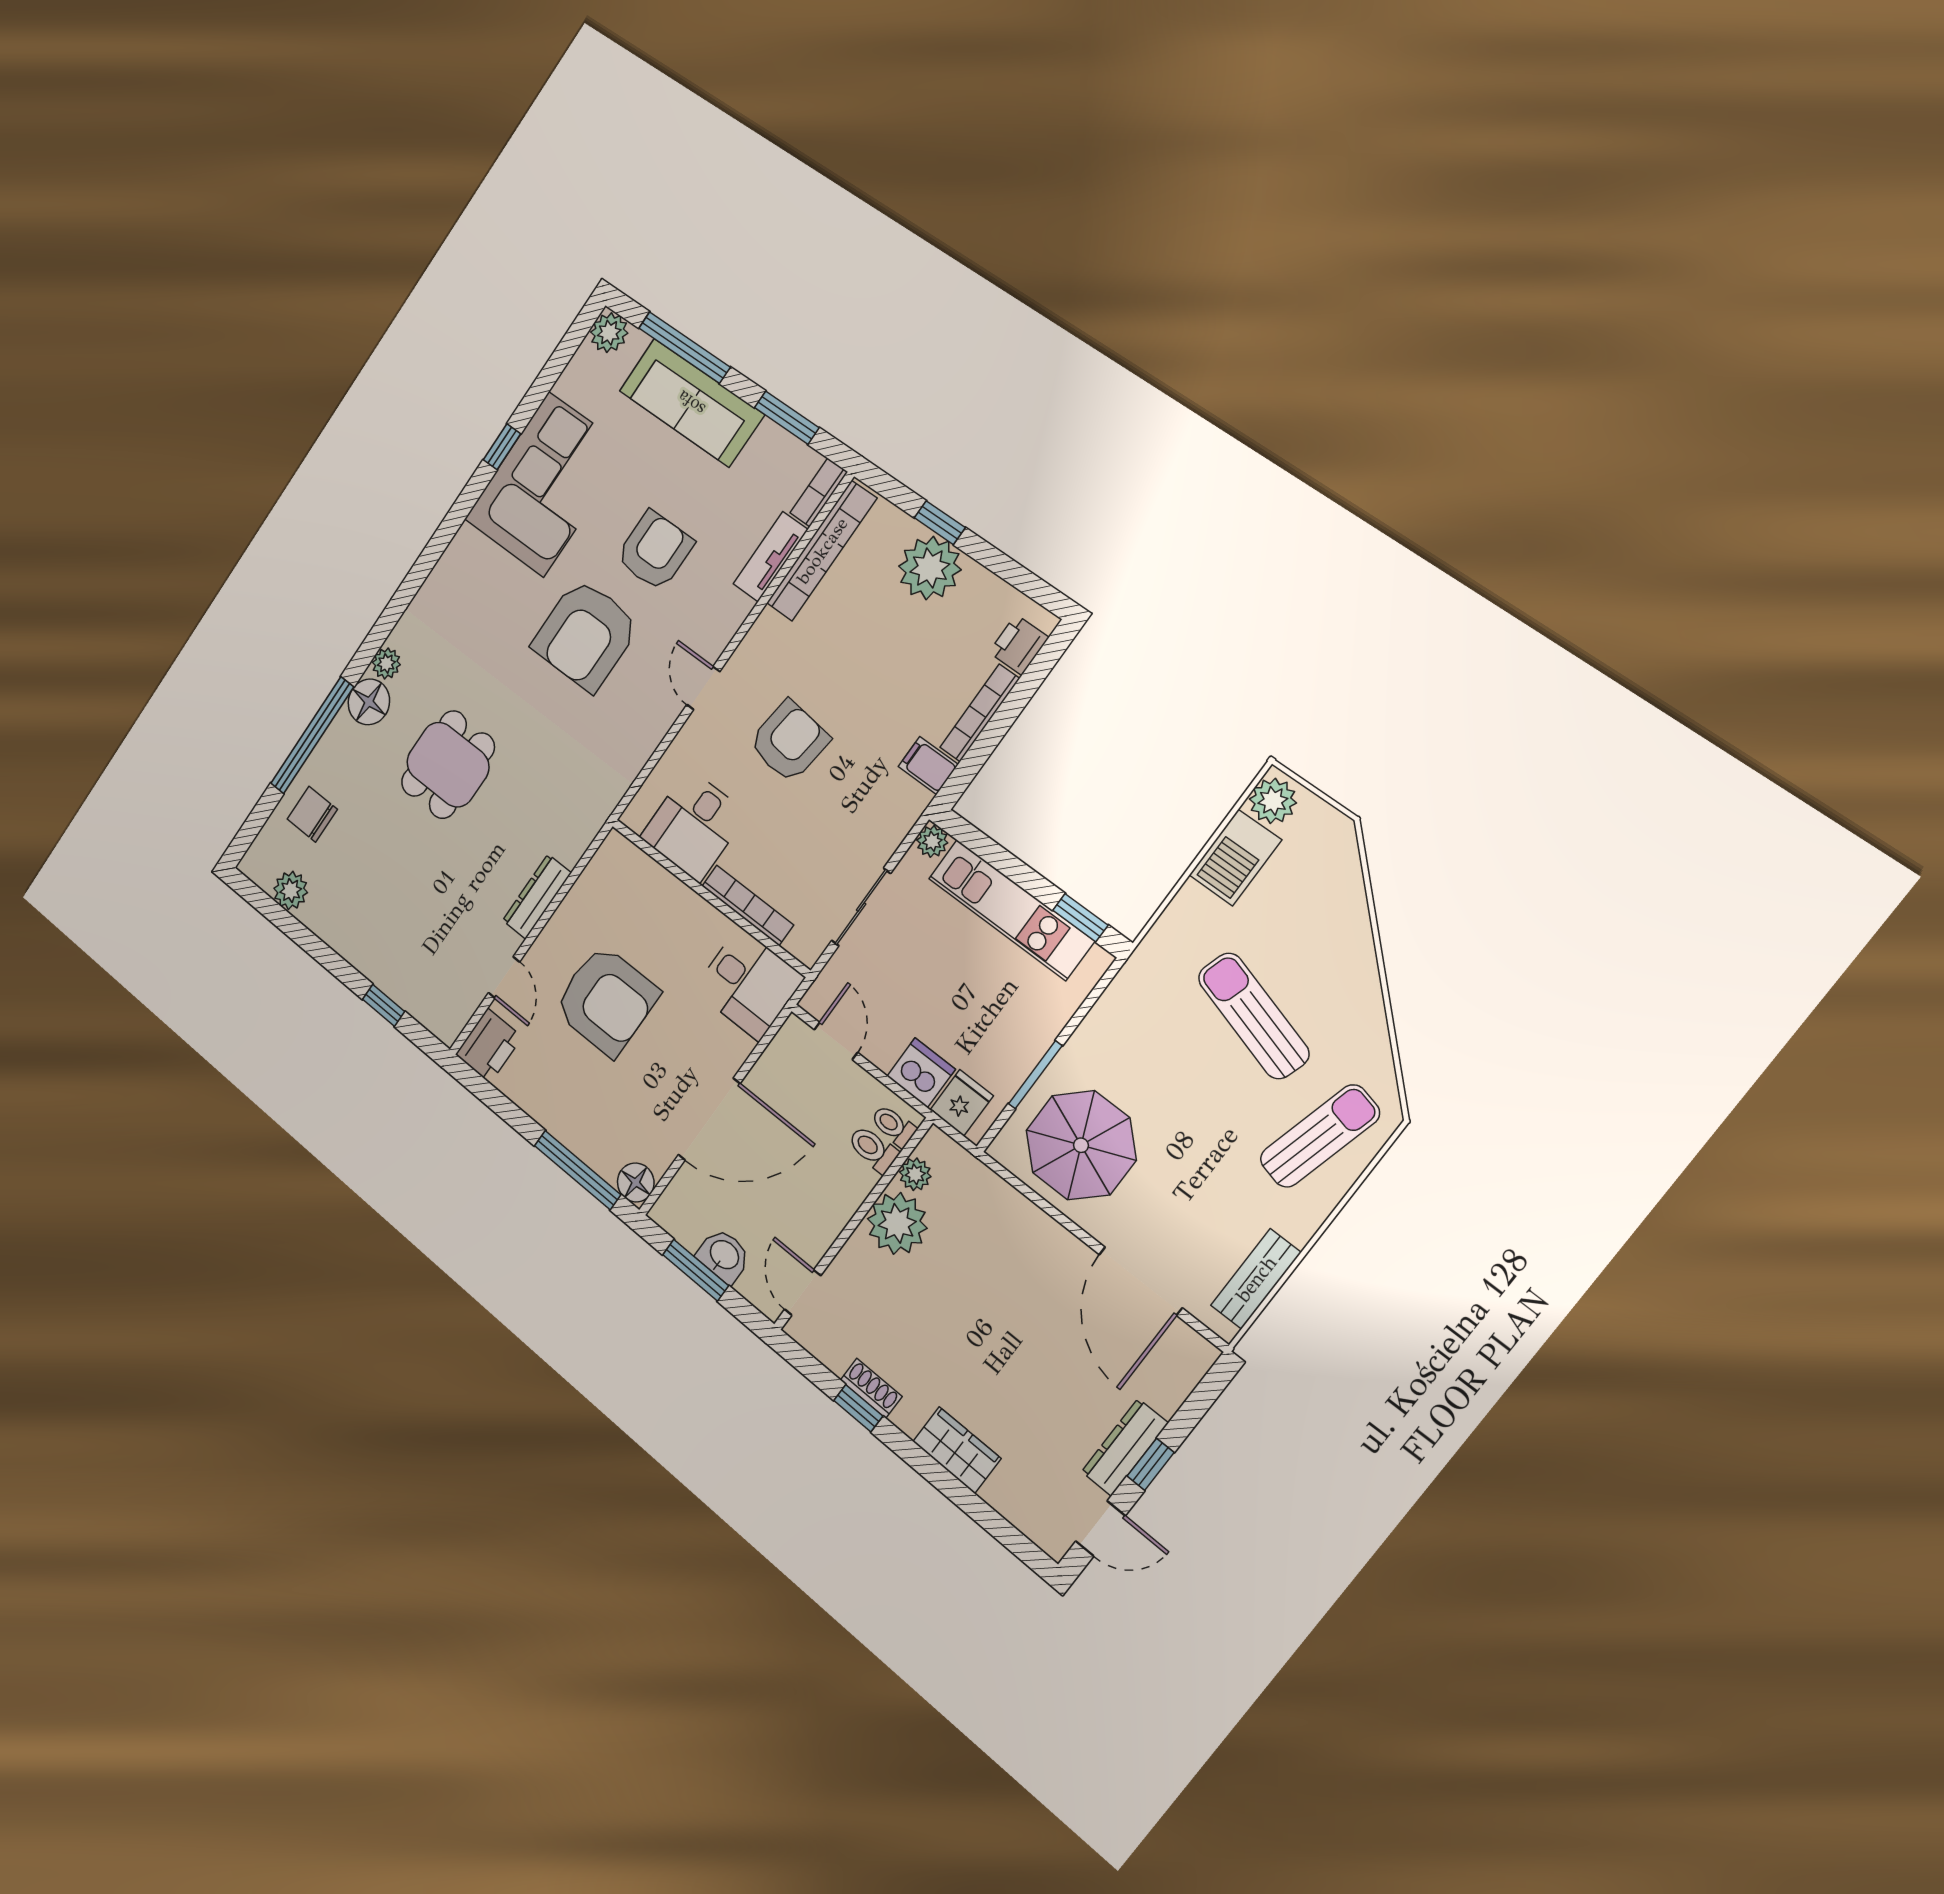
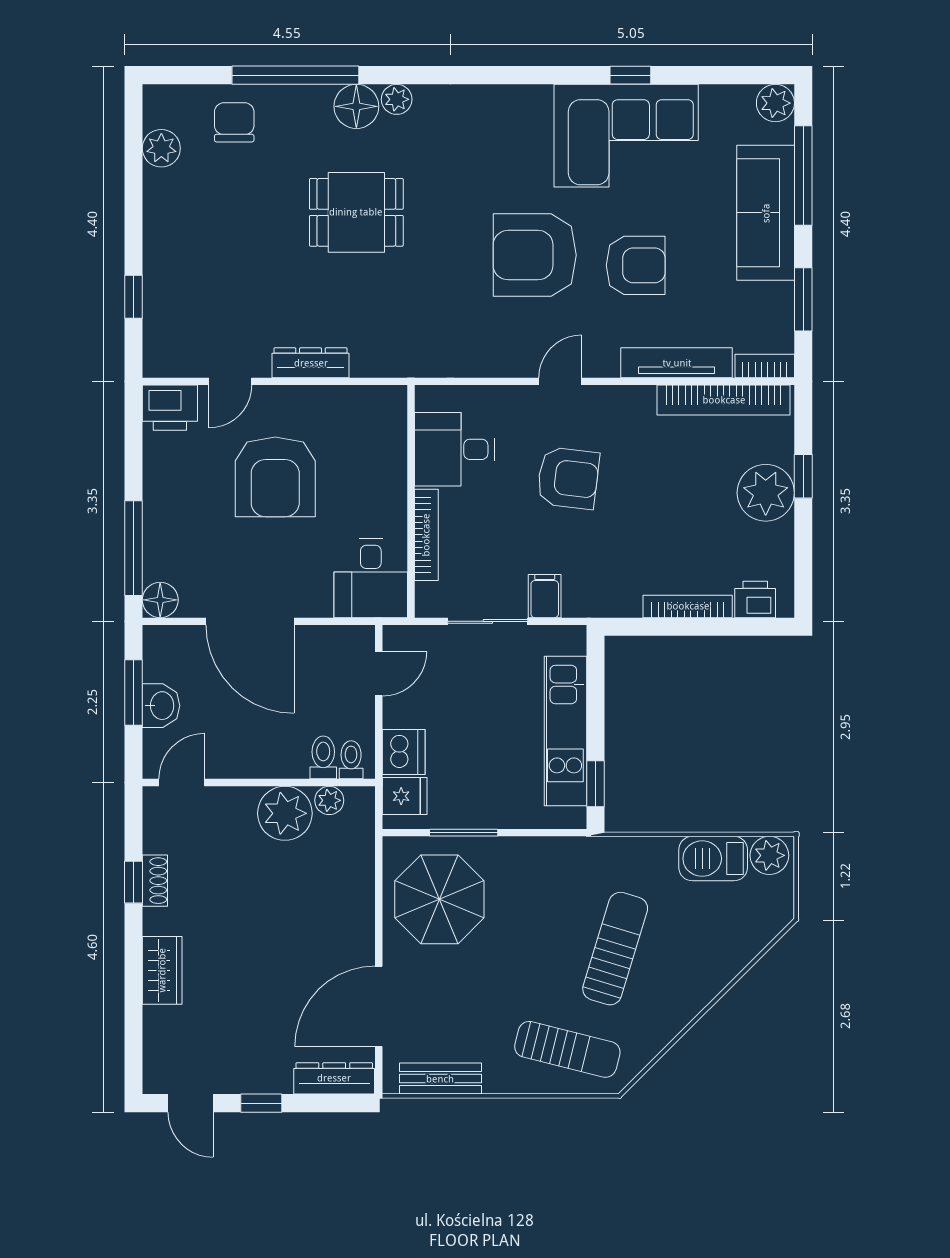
tv unit: (770, 557) -> (677, 363), width x1.41
filing cabinet: (928, 765) -> (545, 596), moved
plant: (932, 841) -> (572, 639), removed
dresser: (1125, 1447) -> (334, 1078), moved

